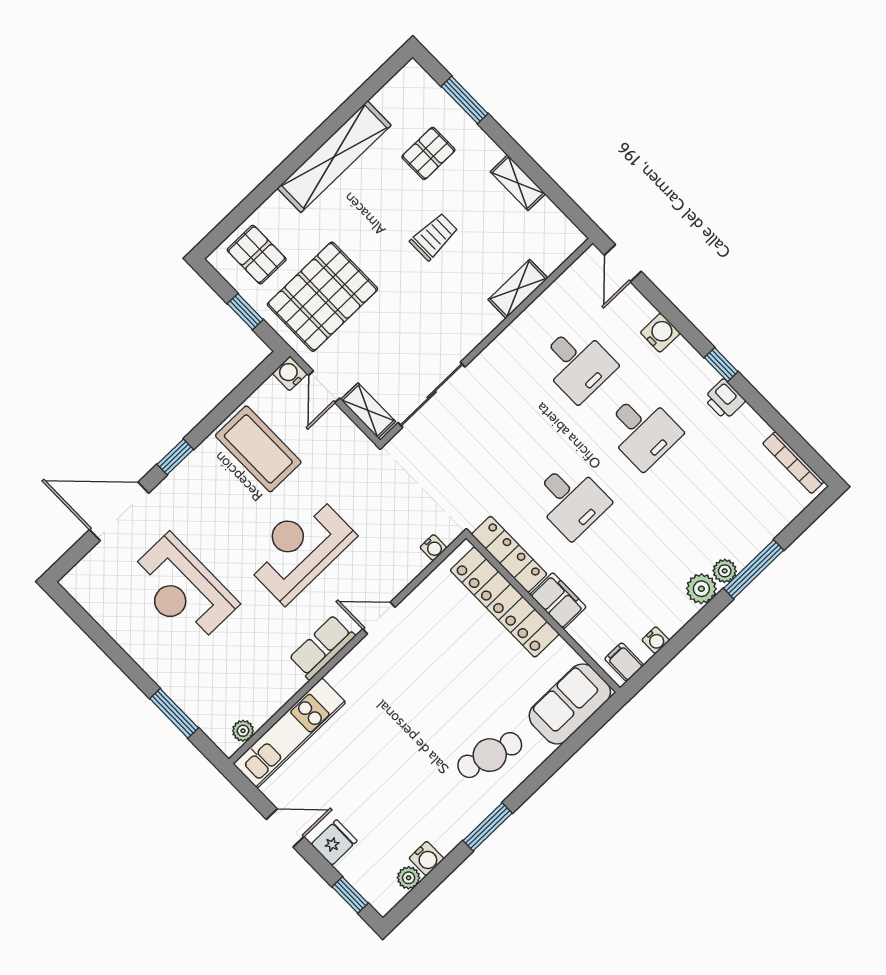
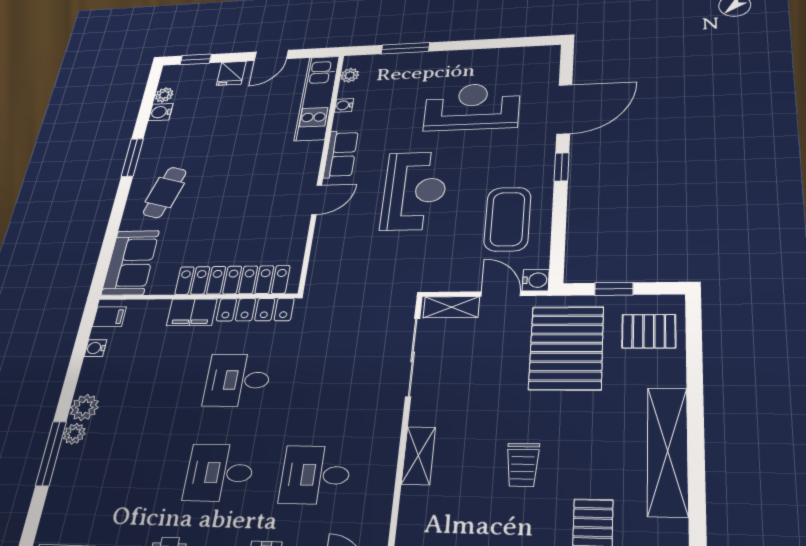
shelving: (518, 289) -> (418, 456), moved
coffee table: (258, 449) -> (508, 219), turned 90
water cooler: (433, 548) -> (344, 105), moved

